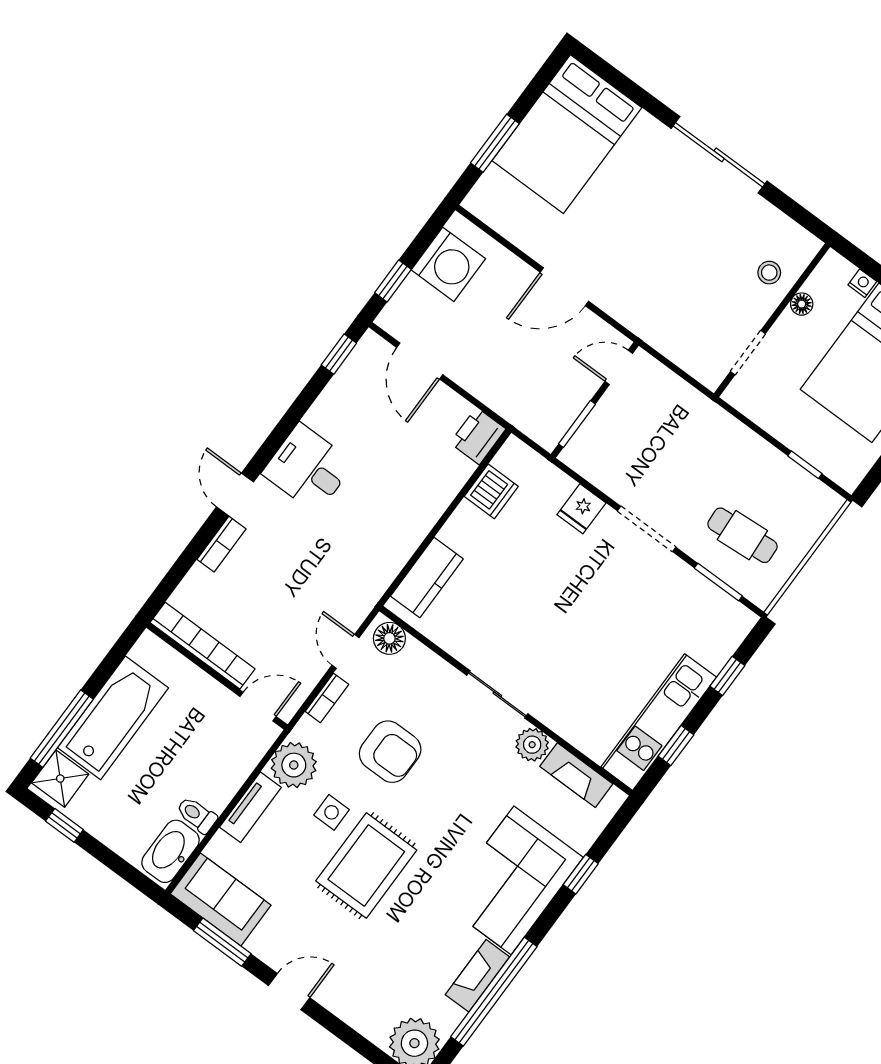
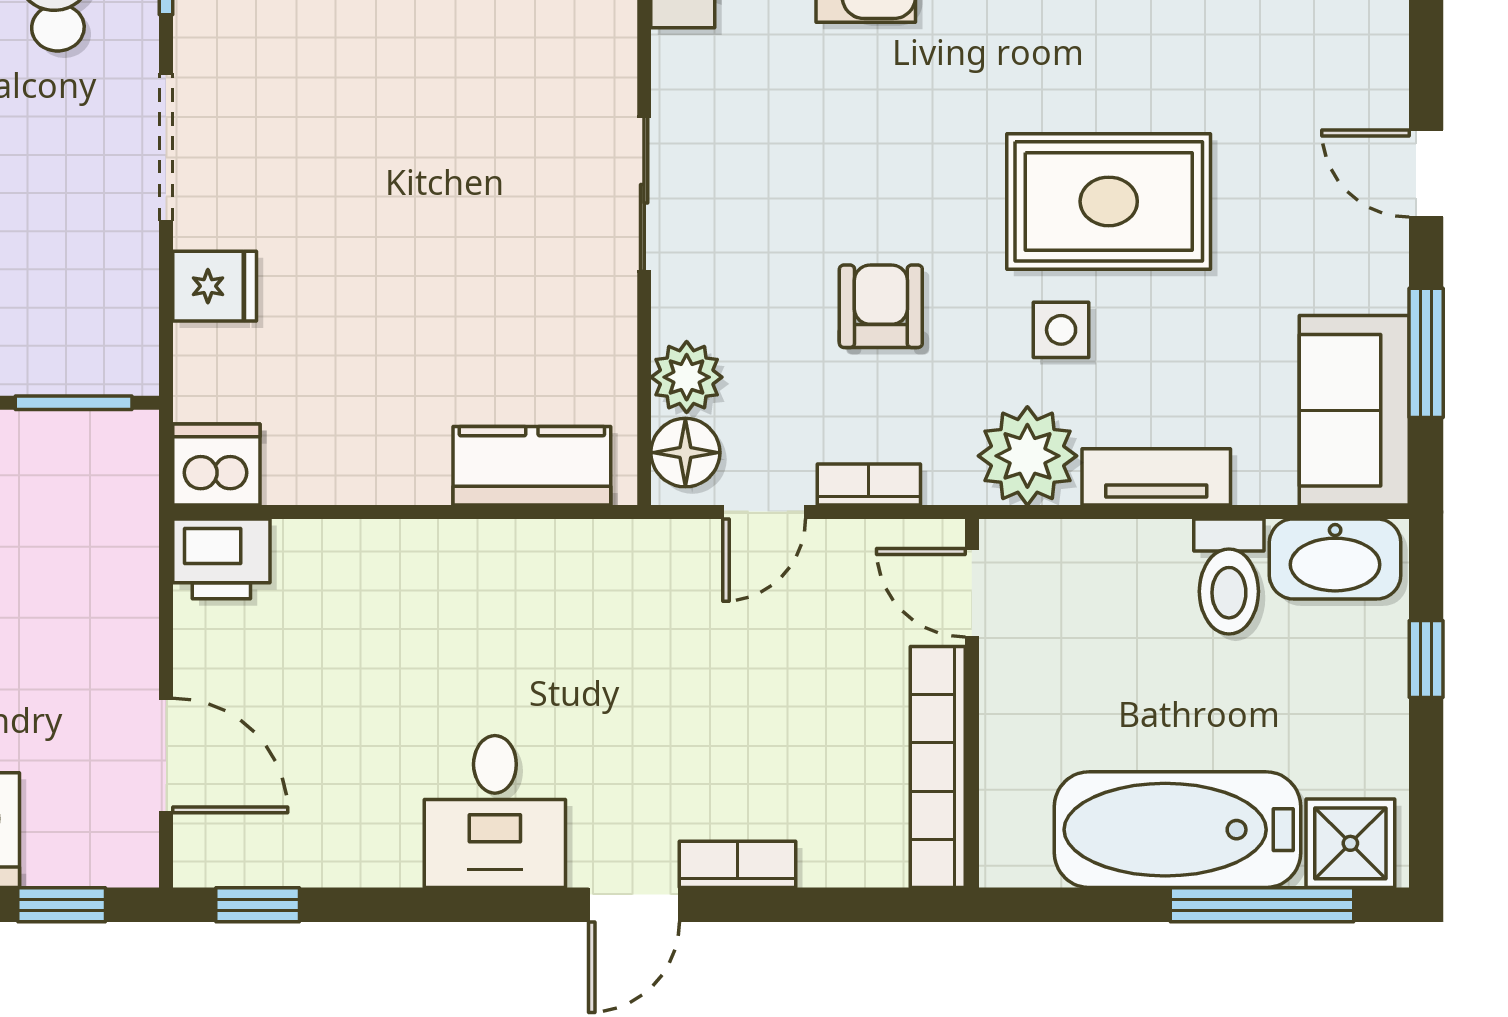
door: (420, 361) -> (166, 756), hinge flipped
dishwasher: (491, 491) -> (216, 464), moved
plant: (532, 745) -> (687, 377), moved
armchair: (390, 752) -> (881, 306), width x0.72, depth x0.72
toilet: (197, 815) -> (1229, 576), width x1.37, depth x1.39
window: (64, 825) -> (1426, 659), moved

